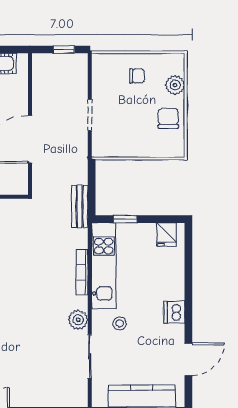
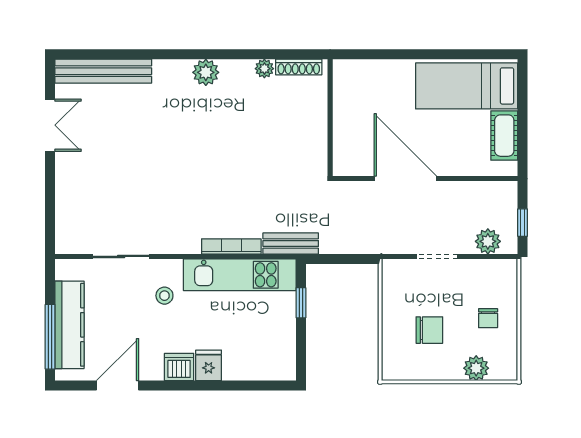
chair: (168, 118) -> (429, 330), moved
bench: (80, 207) -> (291, 243), moved
fridge: (166, 234) -> (209, 365), moved, turned 90
plant: (78, 320) -> (488, 241), moved
door: (188, 359) -> (118, 386), swing flipped

